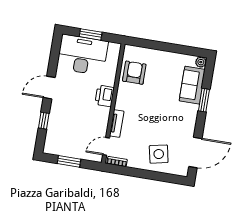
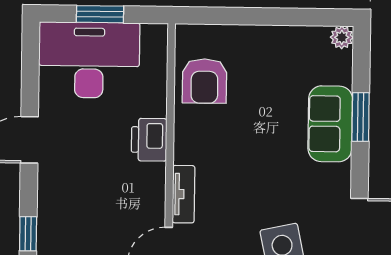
armchair: (134, 73) -> (204, 81), turned 180
sofa: (192, 85) -> (330, 124), moved
window: (44, 121) -> (28, 234), moved

